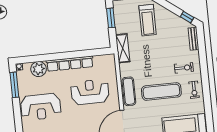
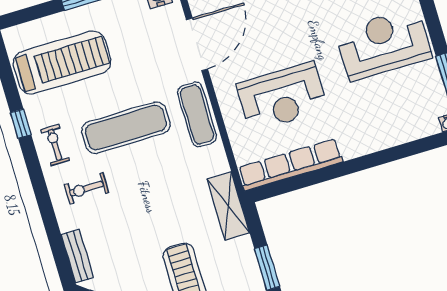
row of seats: (70, 64) -> (290, 165), moved
plant: (39, 69) -> (404, 126), removed
window: (207, 102) -> (21, 124), added

